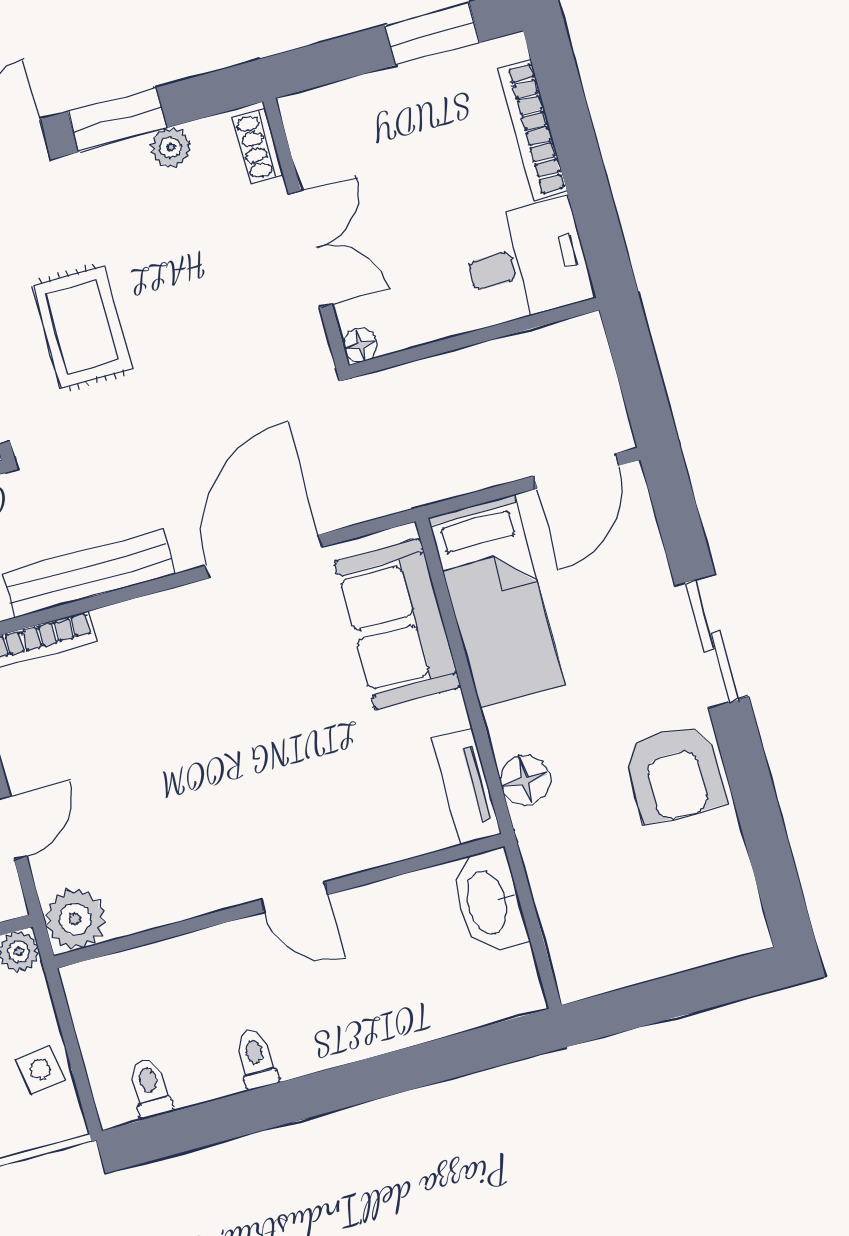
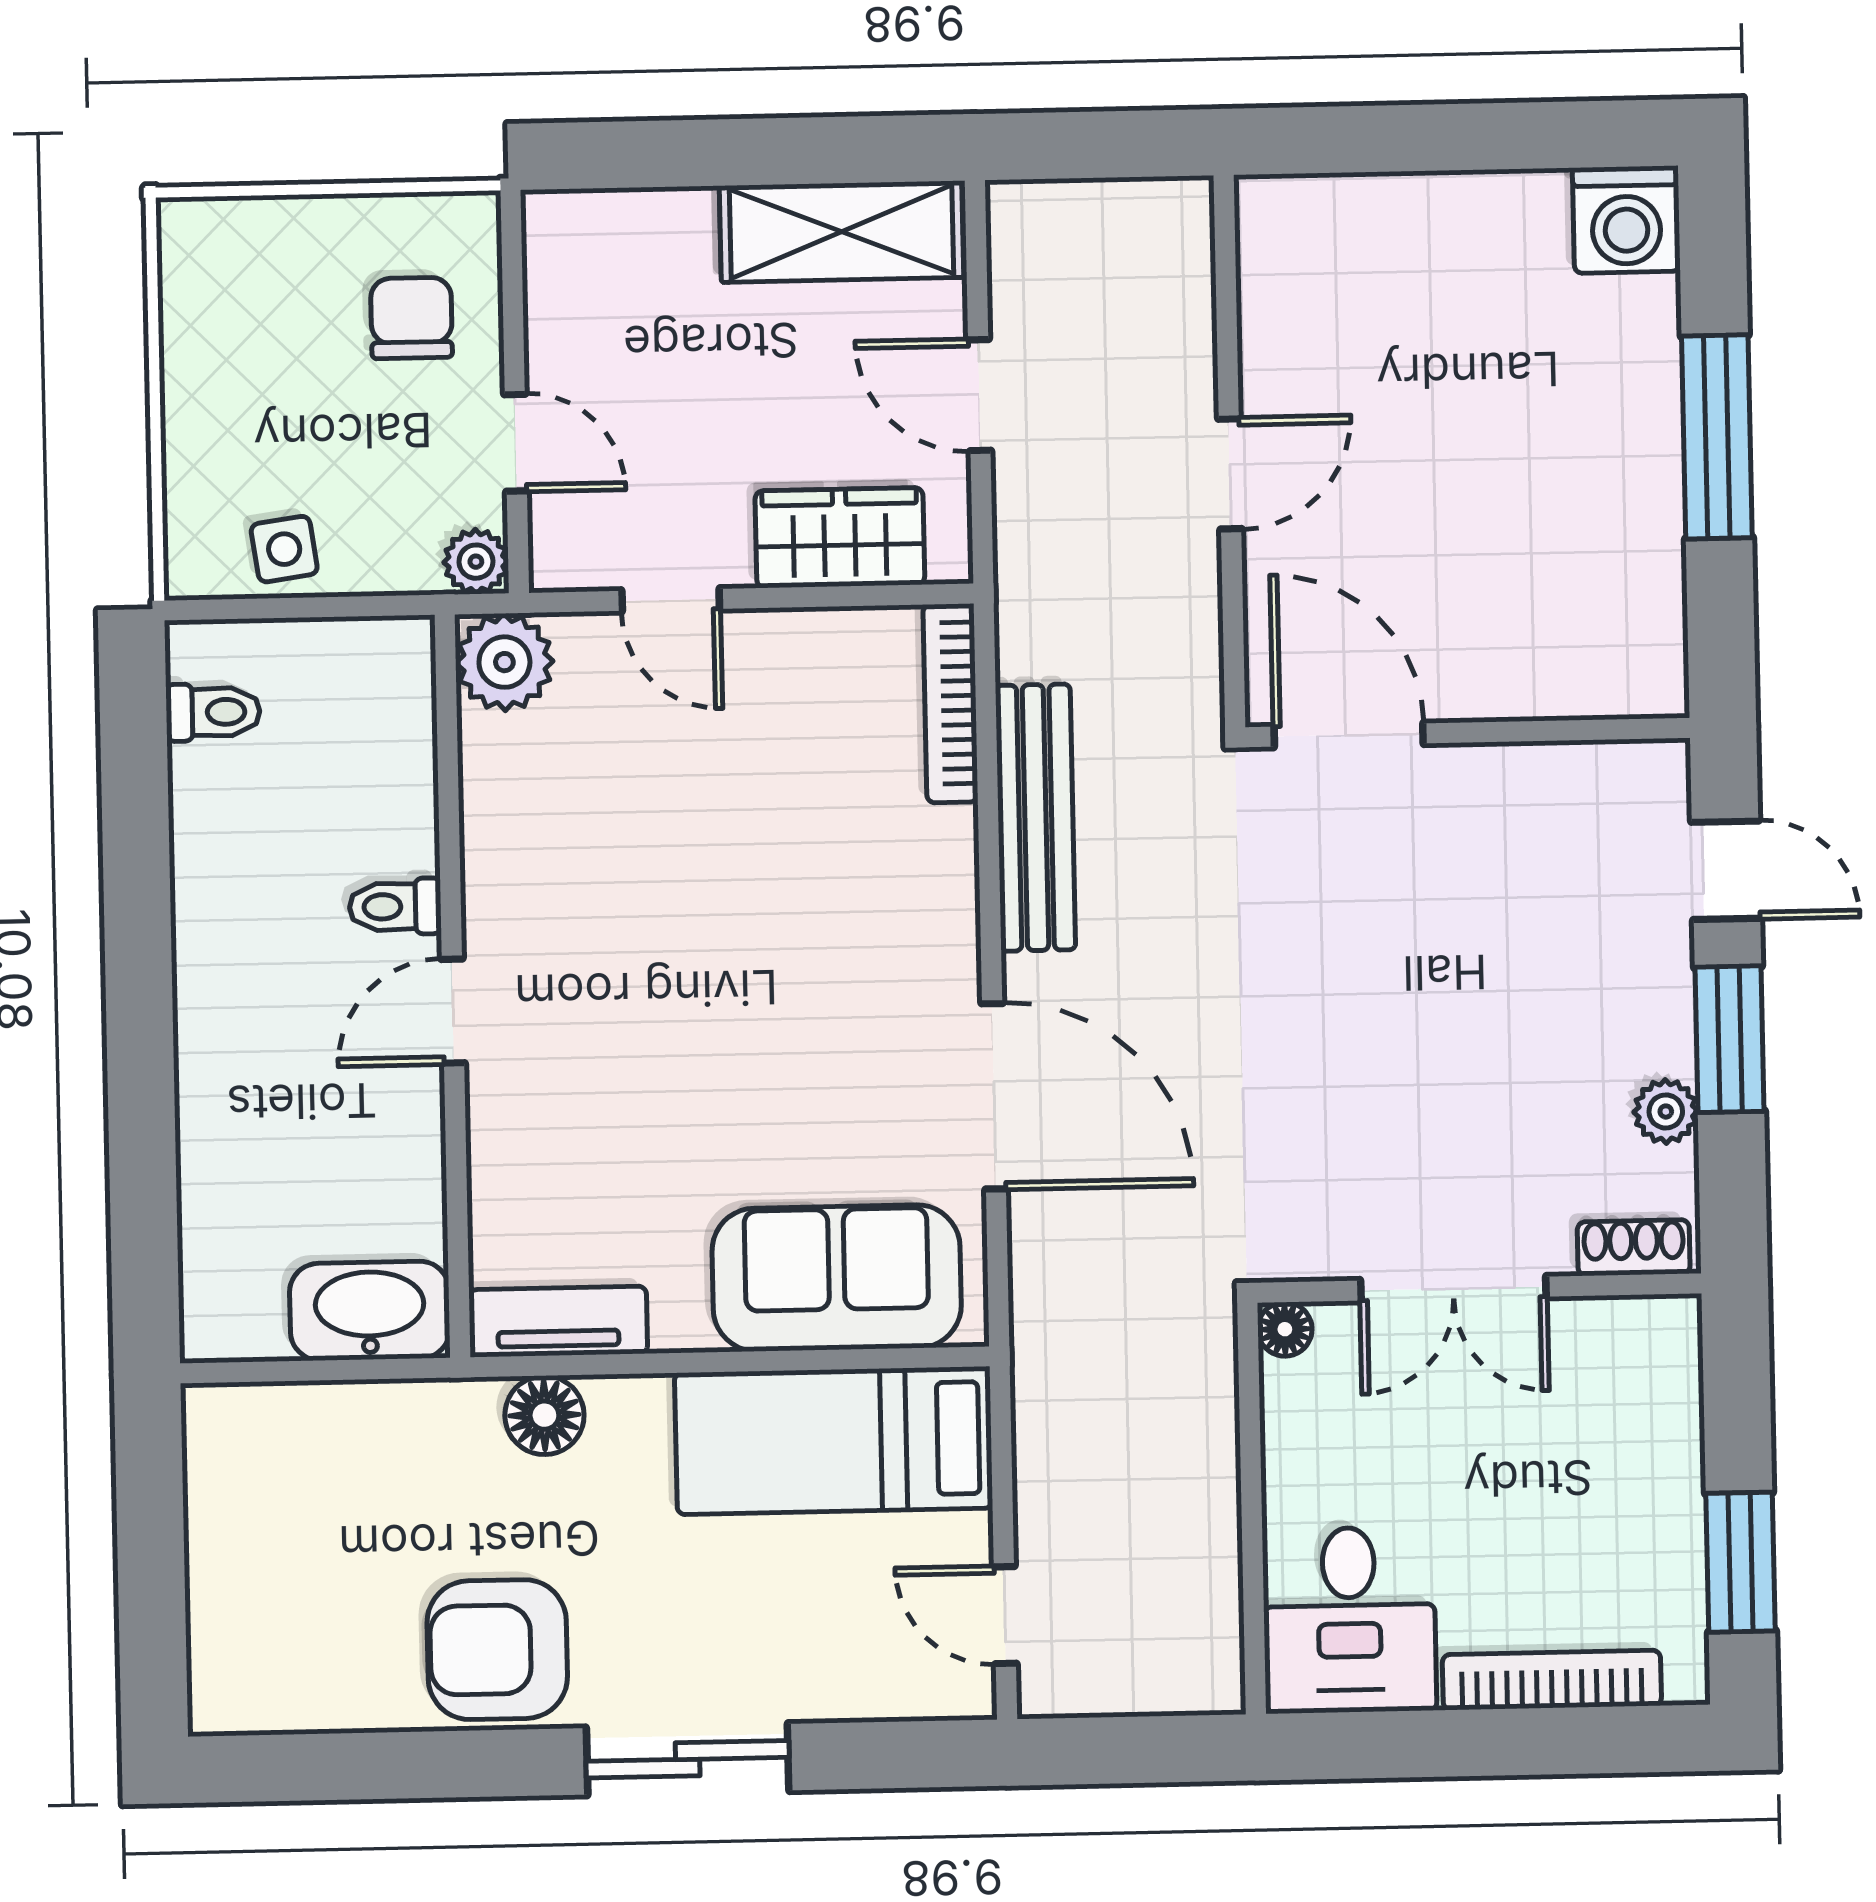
rug: (82, 327) -> (1421, 903), removed
door: (576, 471) -> (1005, 1615), width x0.73
toilet: (256, 1059) -> (395, 907), moved, turned 180

